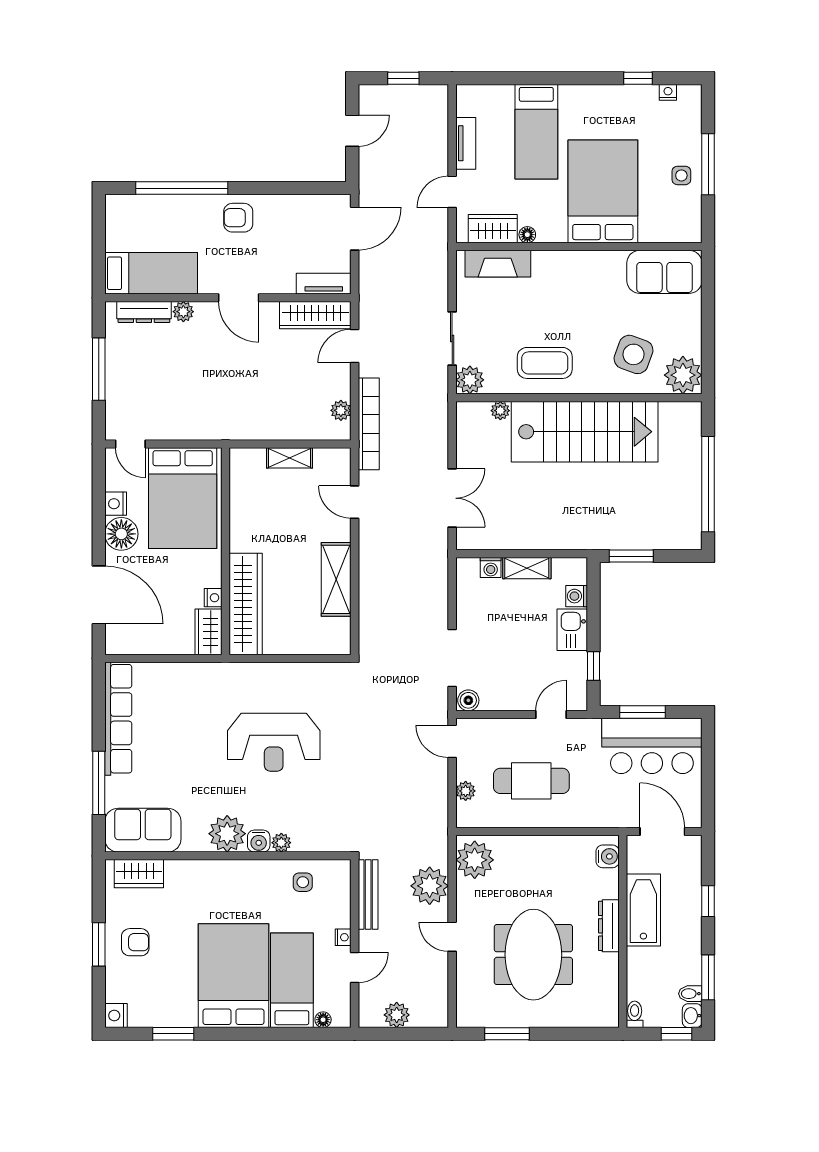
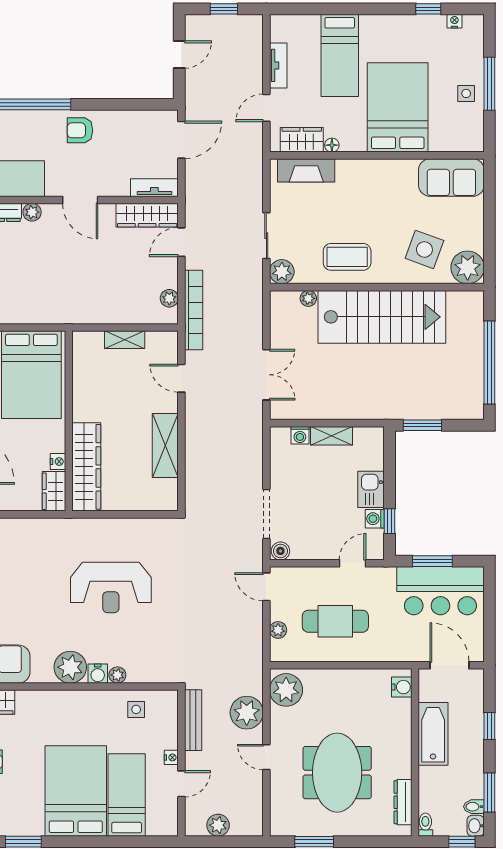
washing machine: (577, 596) -> (375, 519), moved
dresser: (609, 926) -> (403, 802), moved
floor lamp: (323, 1020) -> (154, 829), removed

